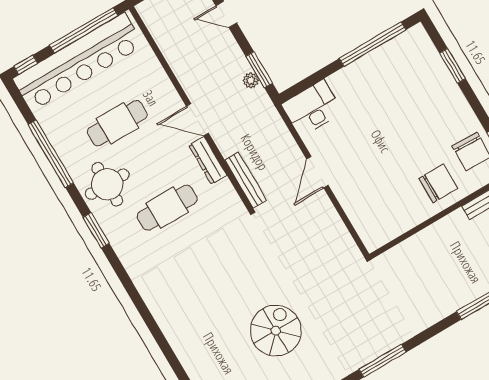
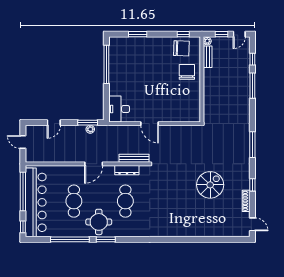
dresser: (208, 160) -> (127, 170), moved
window: (96, 230) -> (106, 239), moved
spiral stairs: (276, 331) -> (210, 185), turned 90

